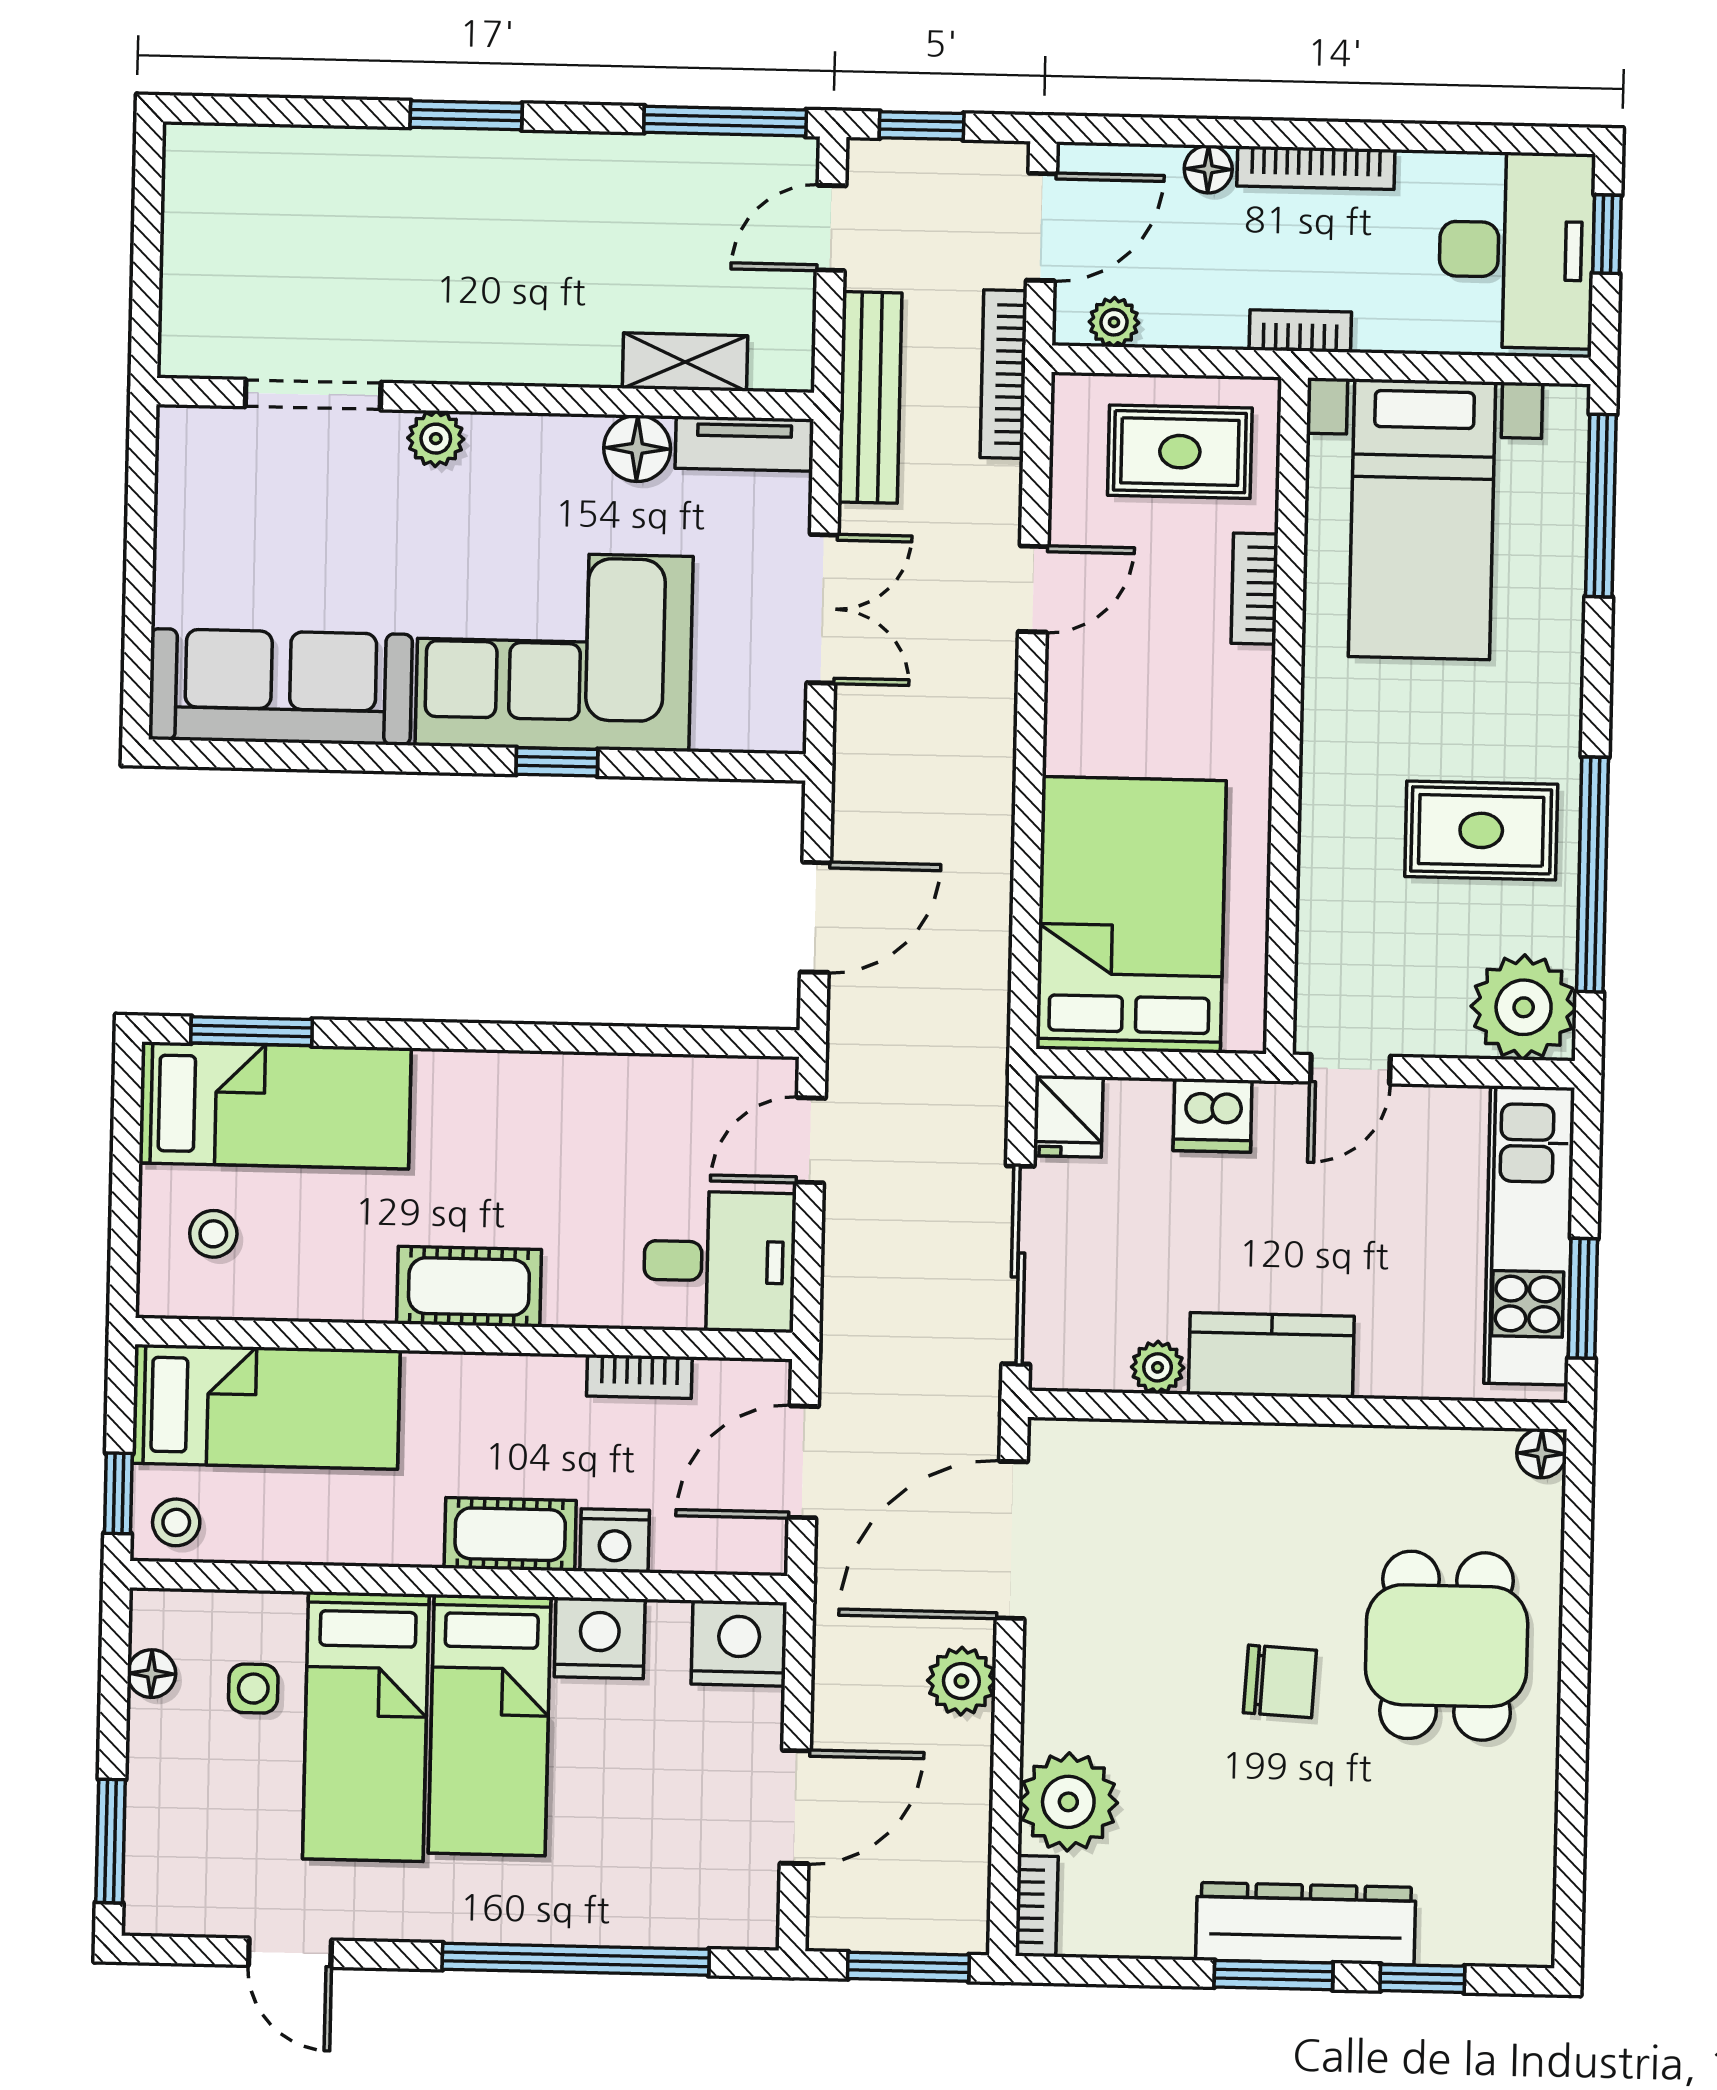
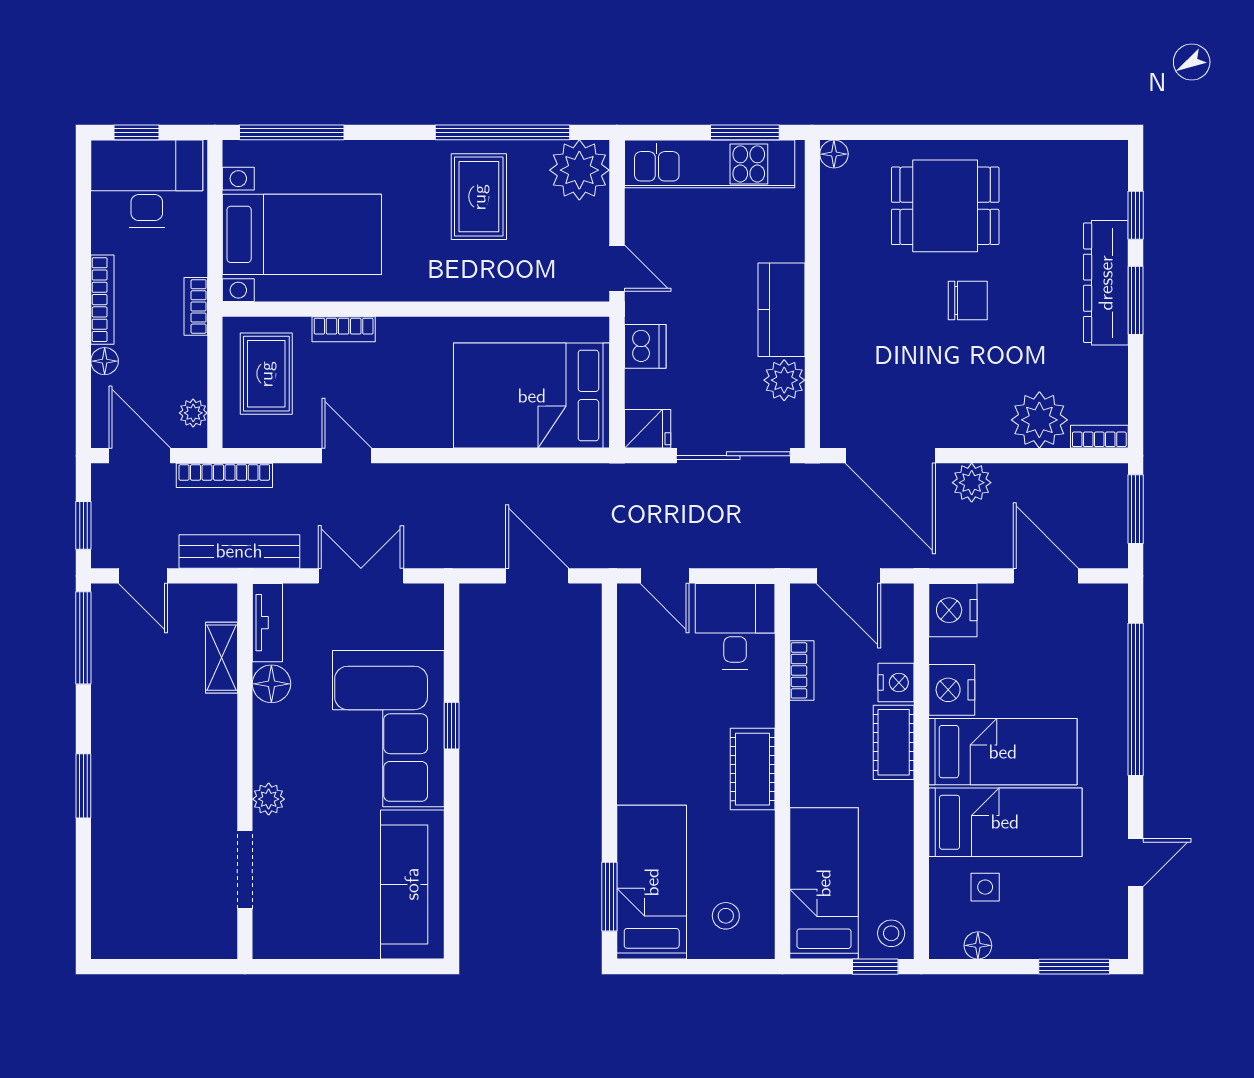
plant: (1158, 1367) -> (784, 380), width x1.38, depth x1.38
chair: (1280, 1681) -> (968, 301), turned 87

